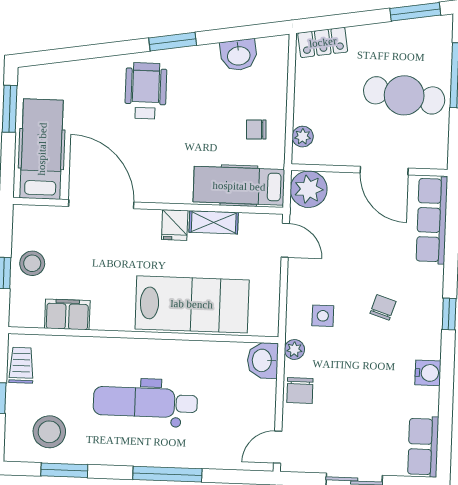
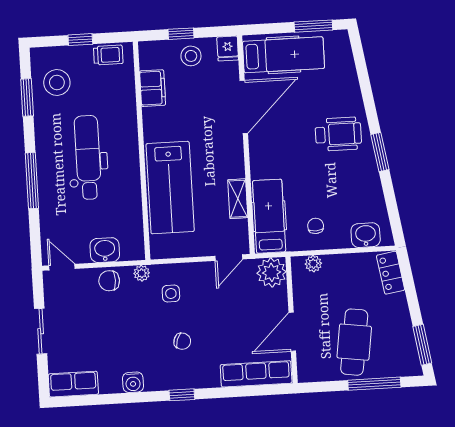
washbasin: (239, 55) -> (366, 235), moved, turned 99
fridge: (175, 225) -> (228, 48), moved, turned -90
washbasin: (263, 360) -> (105, 250), moved

